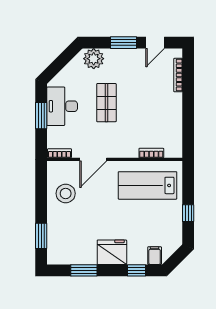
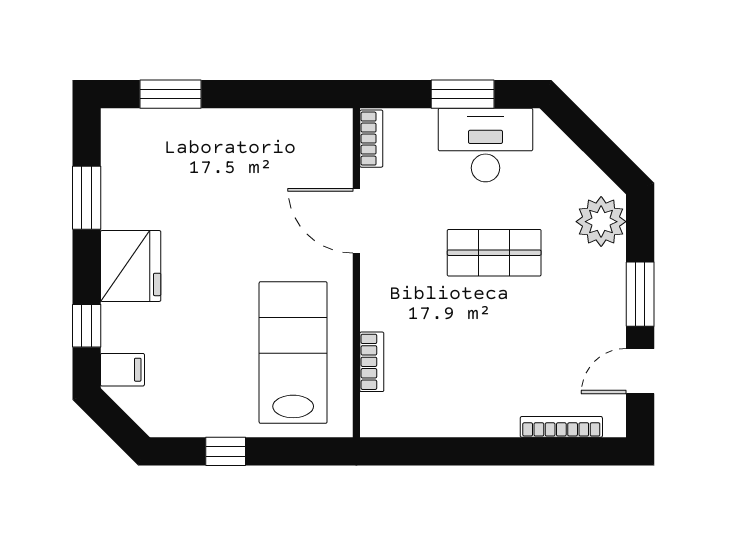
door: (155, 43) -> (640, 371), hinge flipped
stool: (66, 193) -> (273, 154), removed

